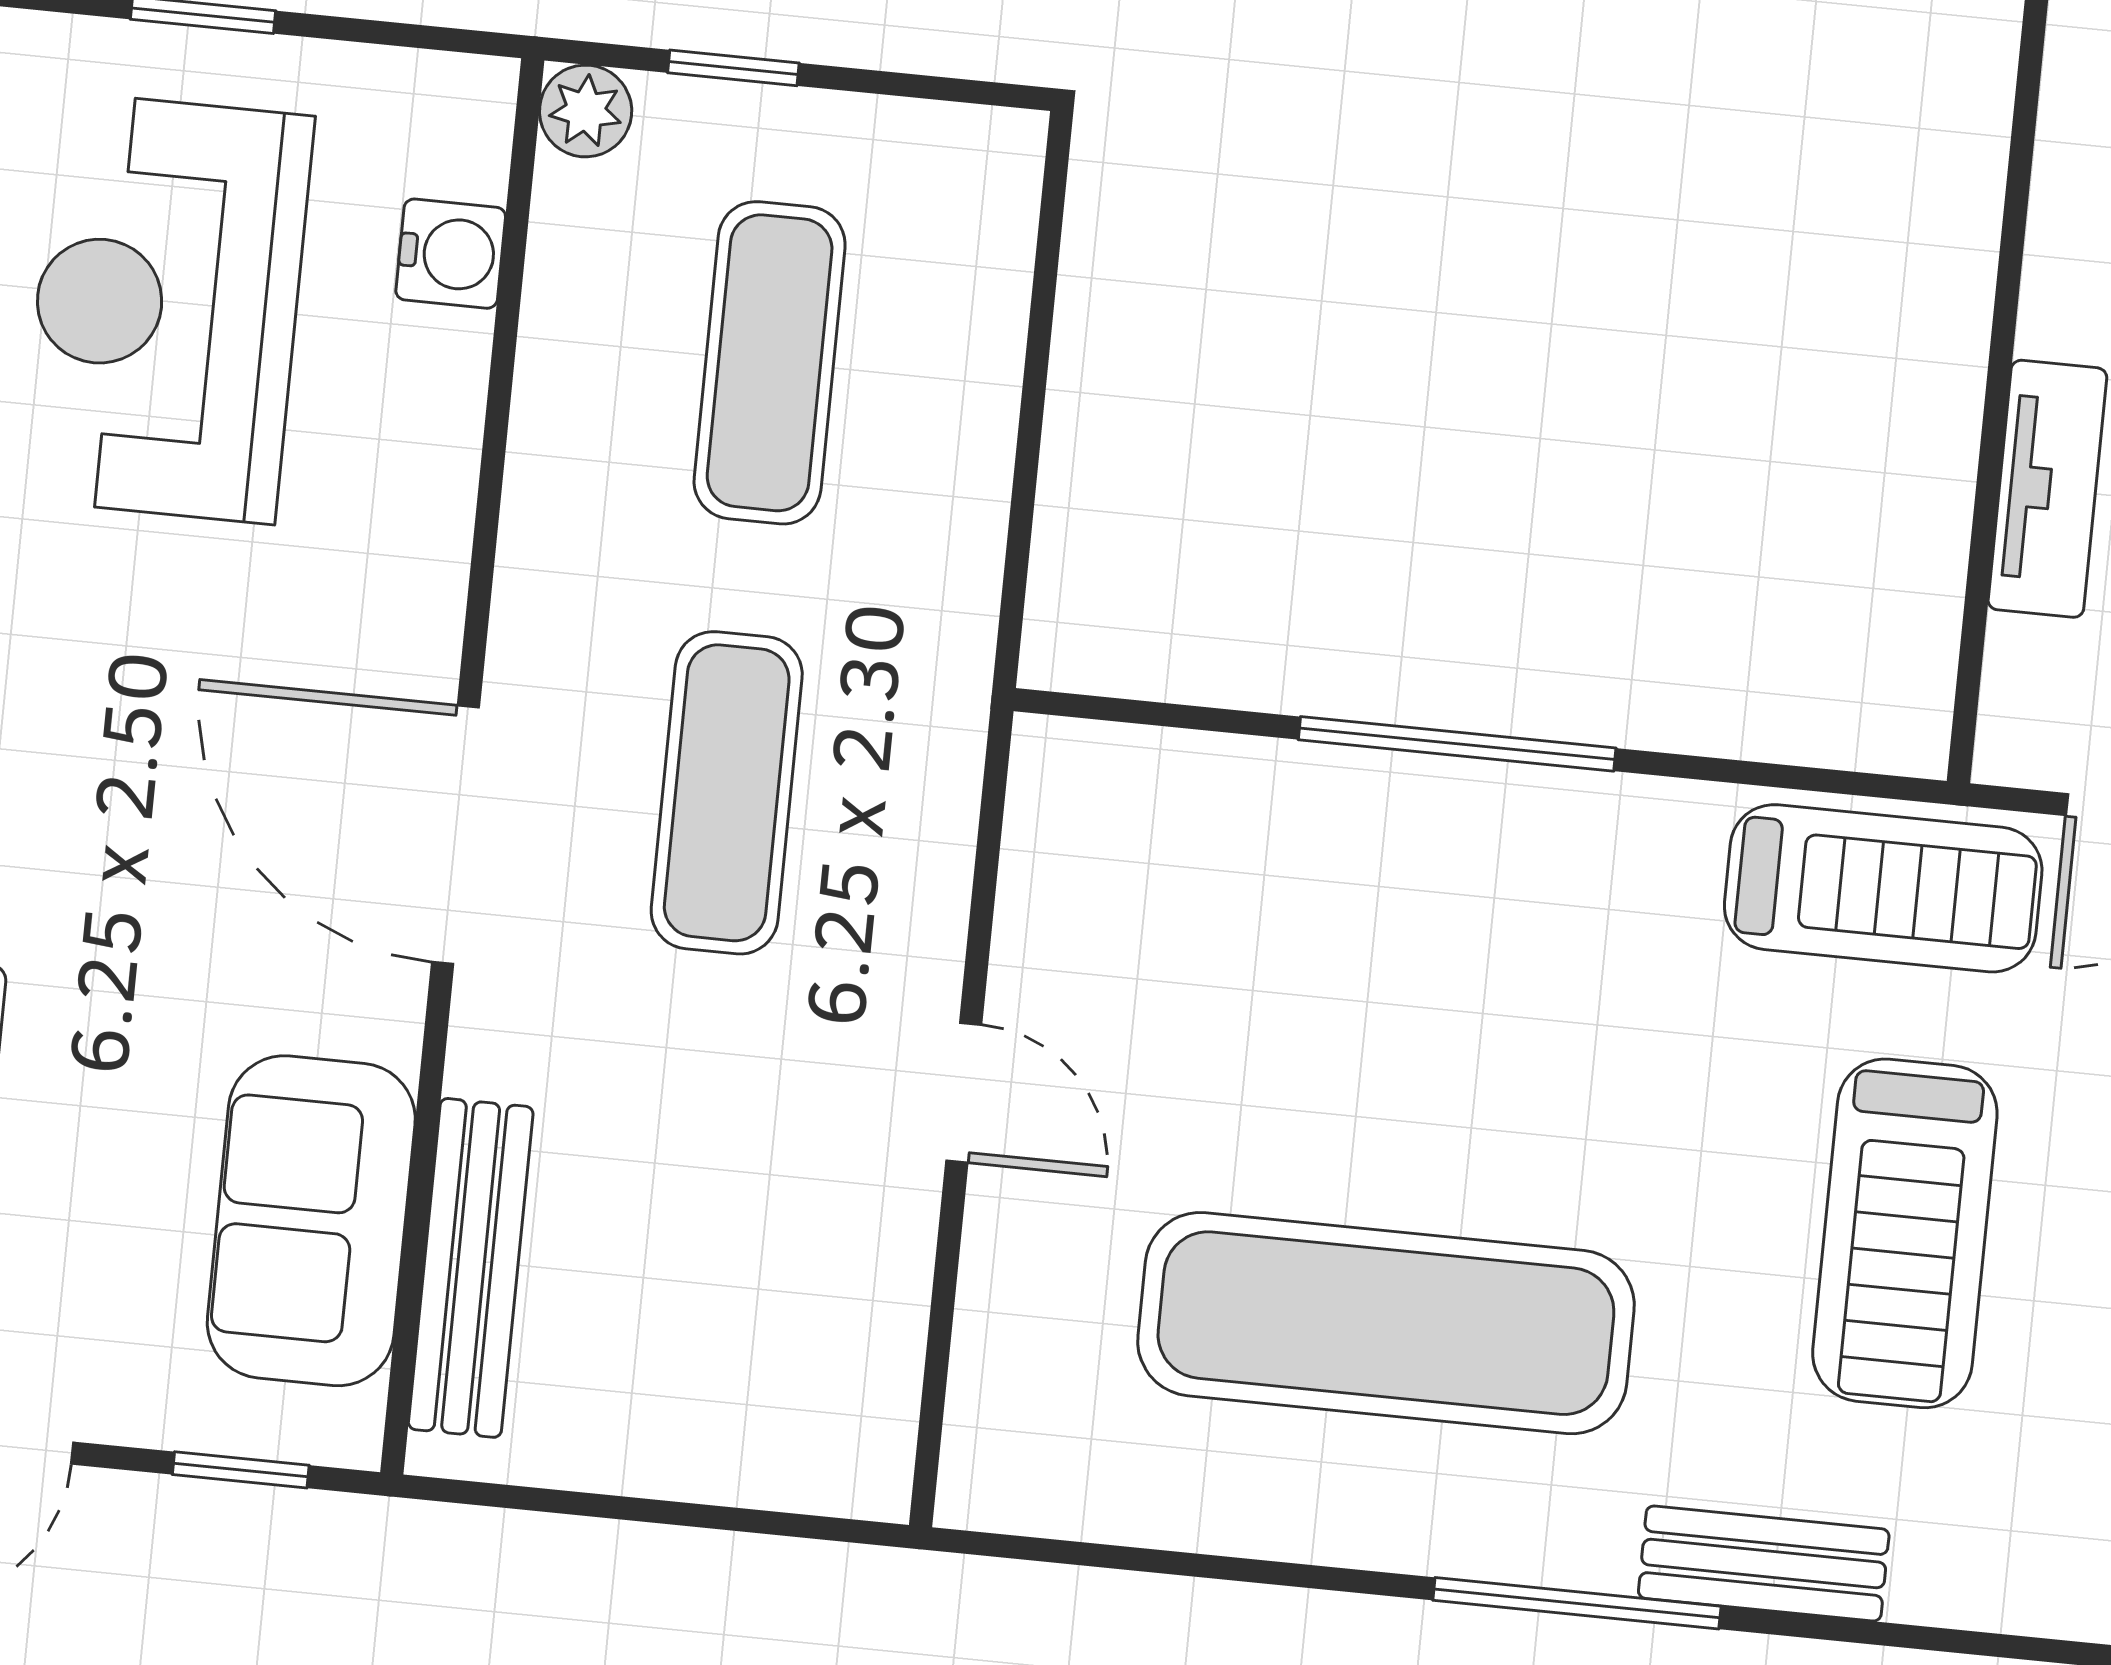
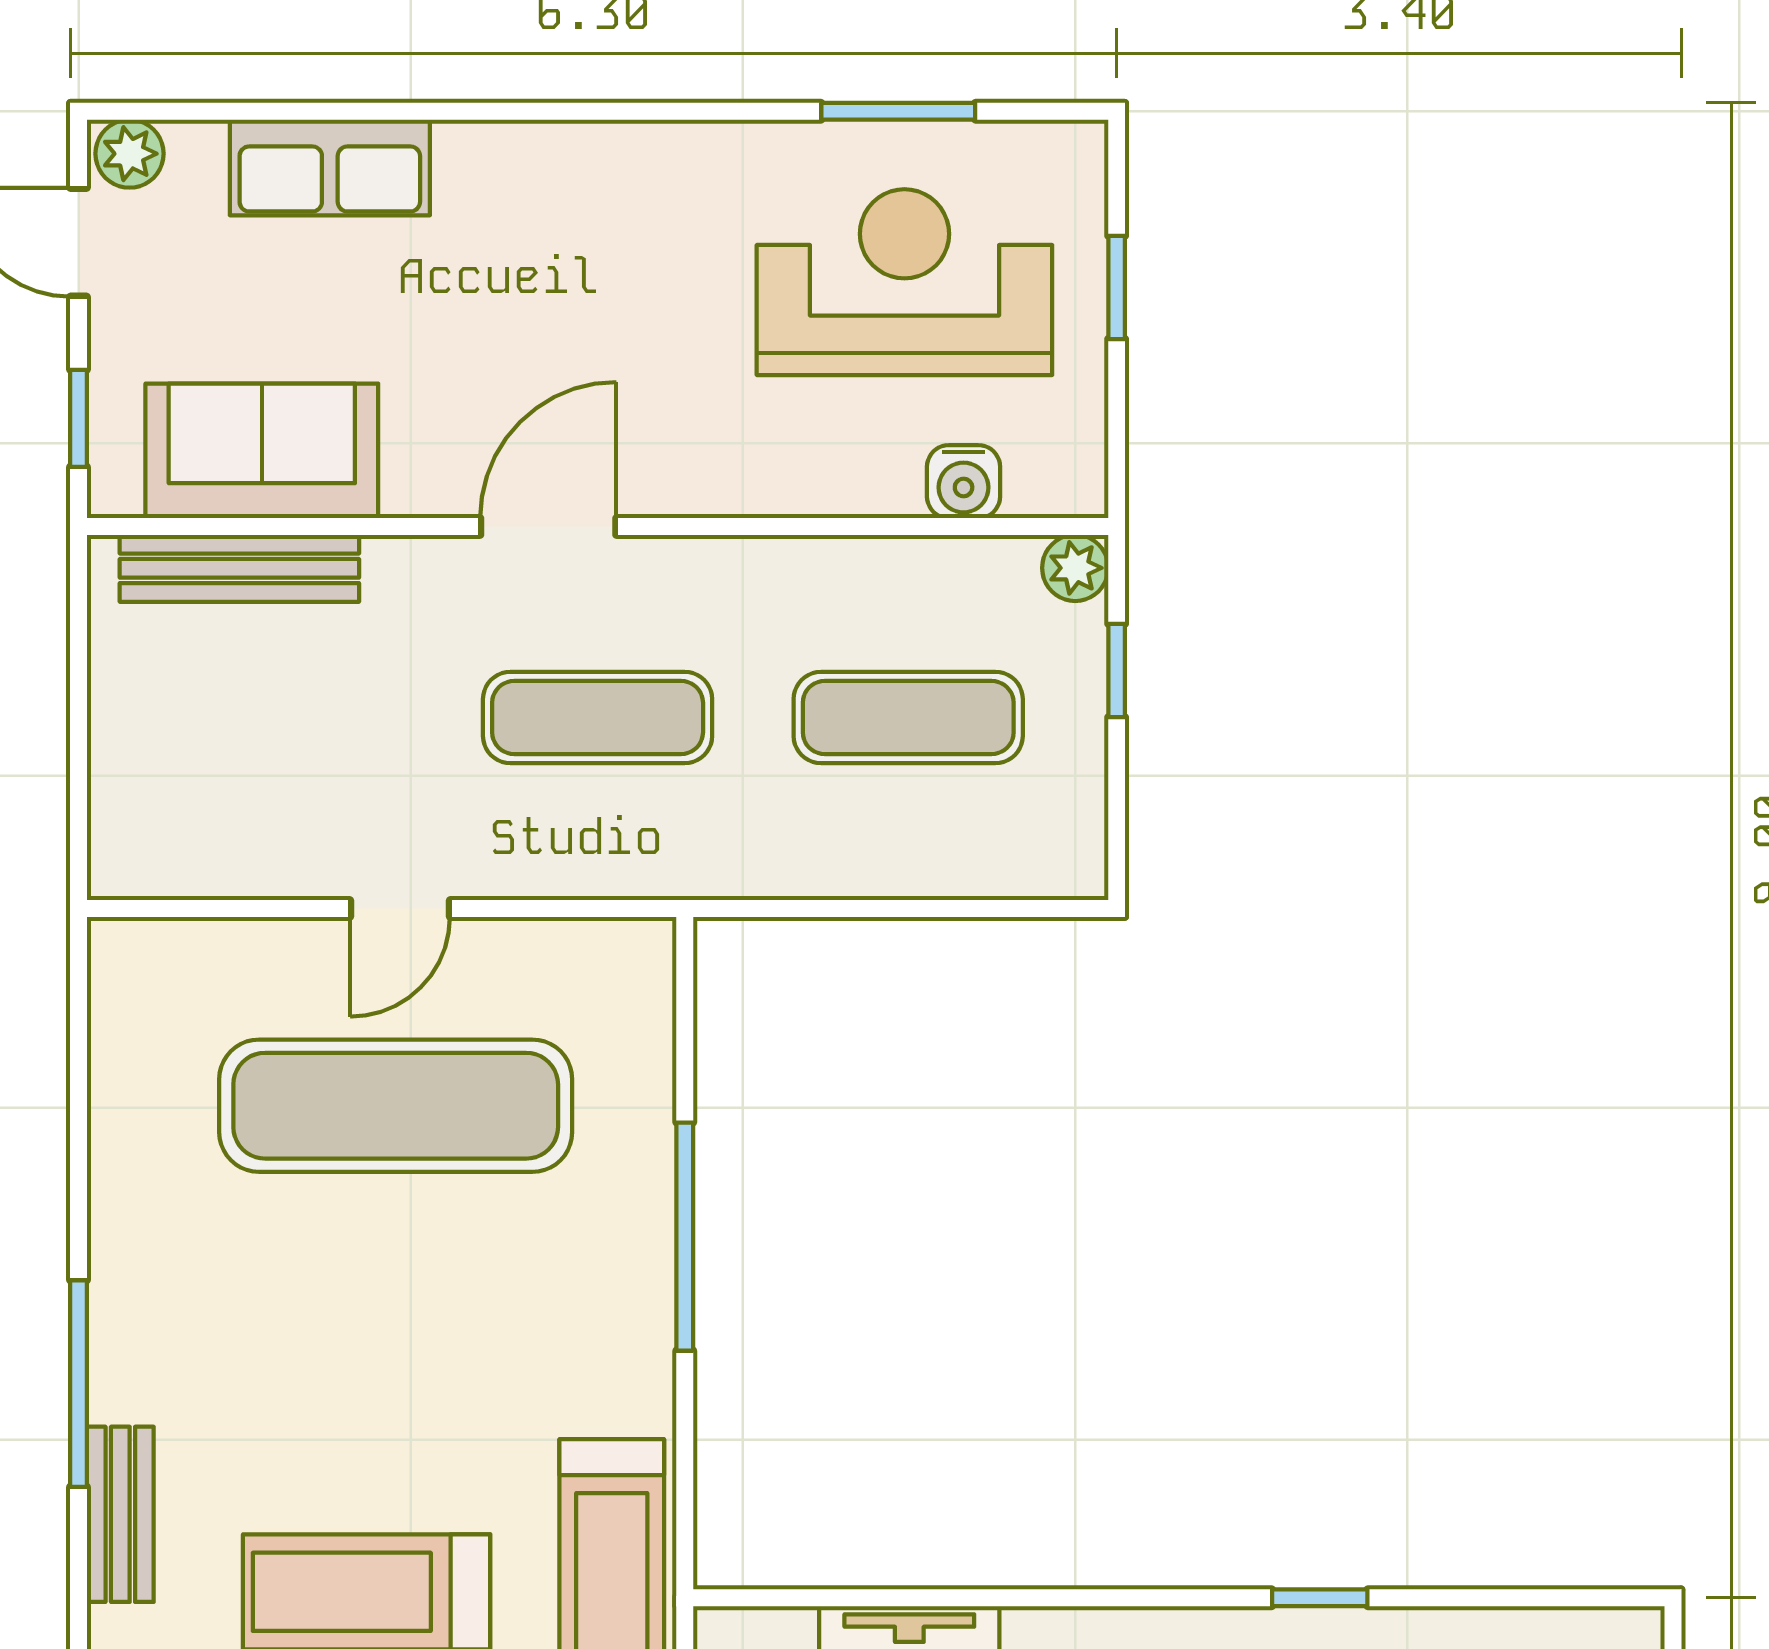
door: (455, 835) -> (548, 527), width x0.73
exercise mat: (1386, 1323) -> (396, 1106), moved, turned 90

